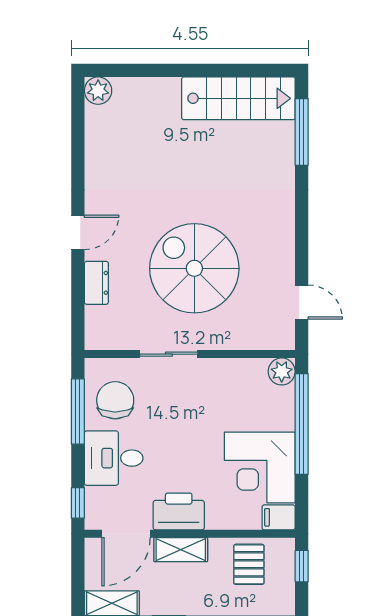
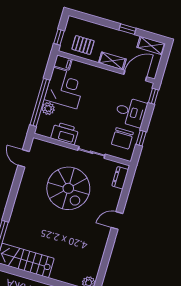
dresser: (96, 283) -> (120, 178), moved
plant: (282, 371) -> (48, 109), moved
window: (78, 411) -> (141, 138), width x0.46
printer: (179, 511) -> (65, 133), moved, turned 180
pallet: (249, 564) -> (83, 45), turned 90

